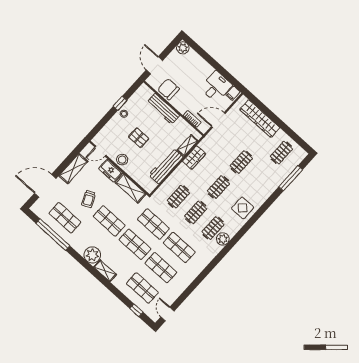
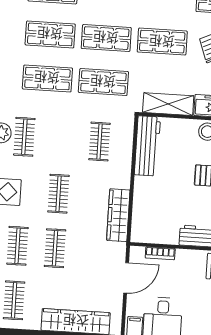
shelving: (187, 145) -> (140, 215), removed
wardrobe: (194, 158) -> (118, 215), width x1.50
workbench: (166, 166) -> (147, 146), moved
clothes rail: (196, 212) -> (17, 246), moved

